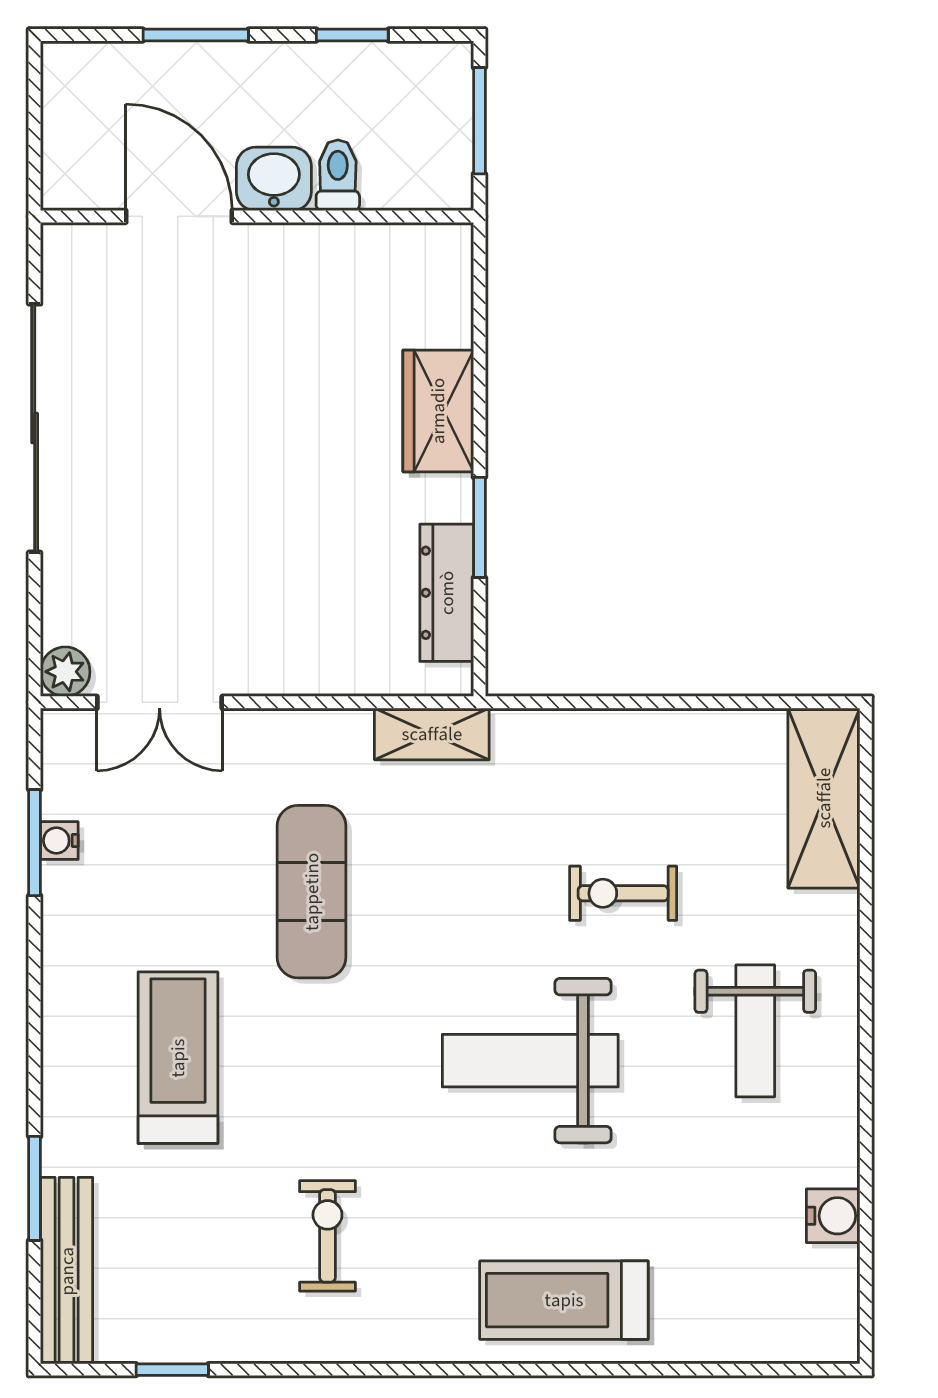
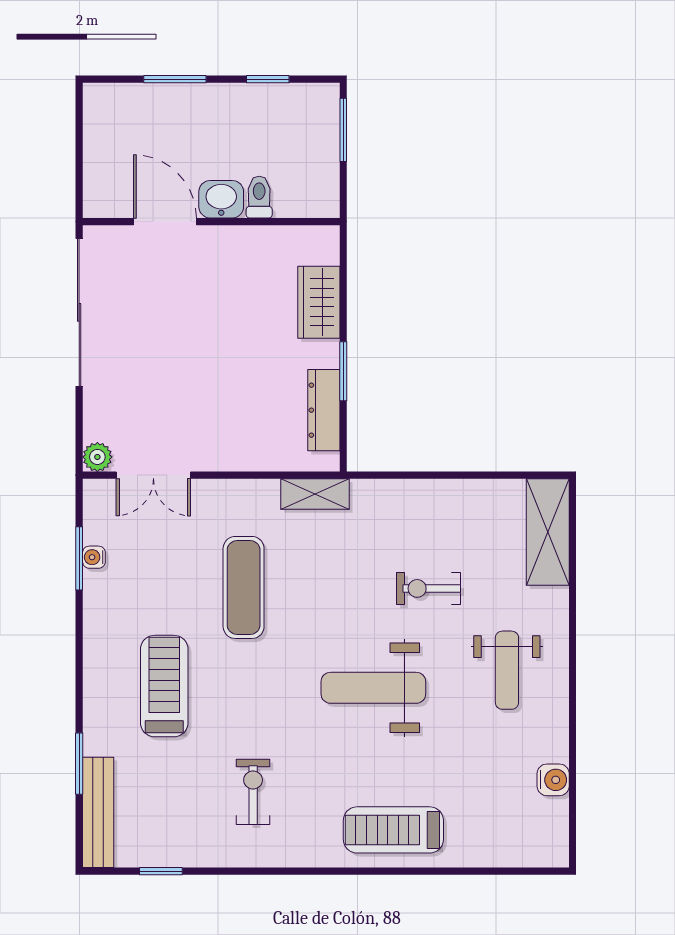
toilet: (338, 175) -> (259, 197), moved
washbasin: (274, 179) -> (221, 199), moved
door: (179, 216) -> (165, 222), moved
wall: (257, 216) -> (211, 222), moved

